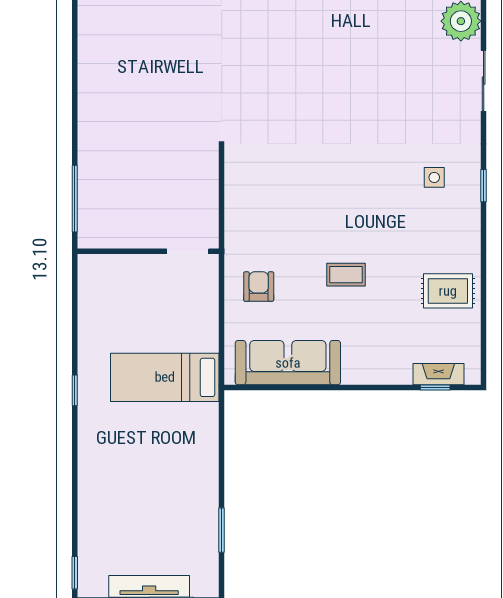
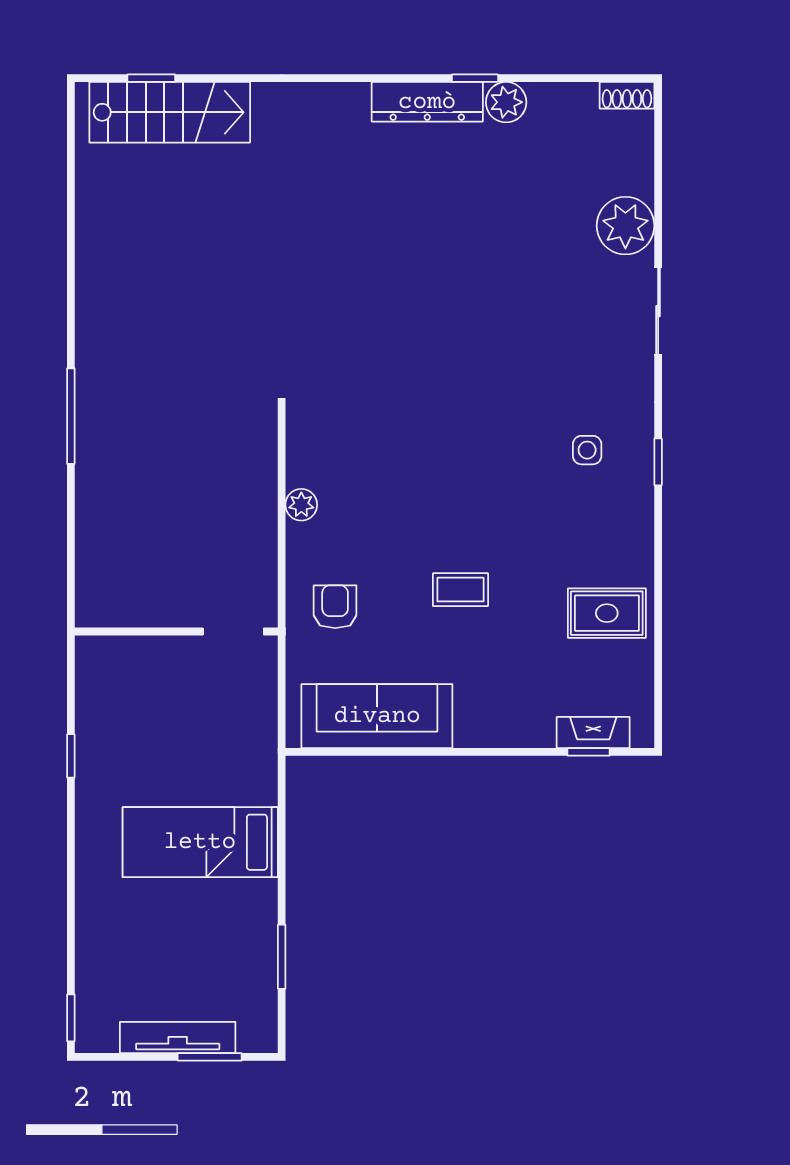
window: (75, 199) -> (71, 416), moved
plant: (235, 215) -> (301, 505), added
wall: (148, 251) -> (176, 632), moved
doorway: (188, 251) -> (233, 632), moved
bed: (165, 377) -> (200, 842), moved

